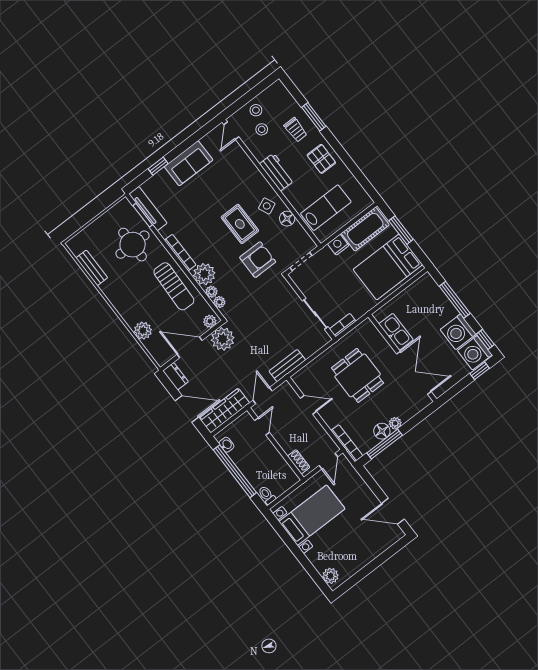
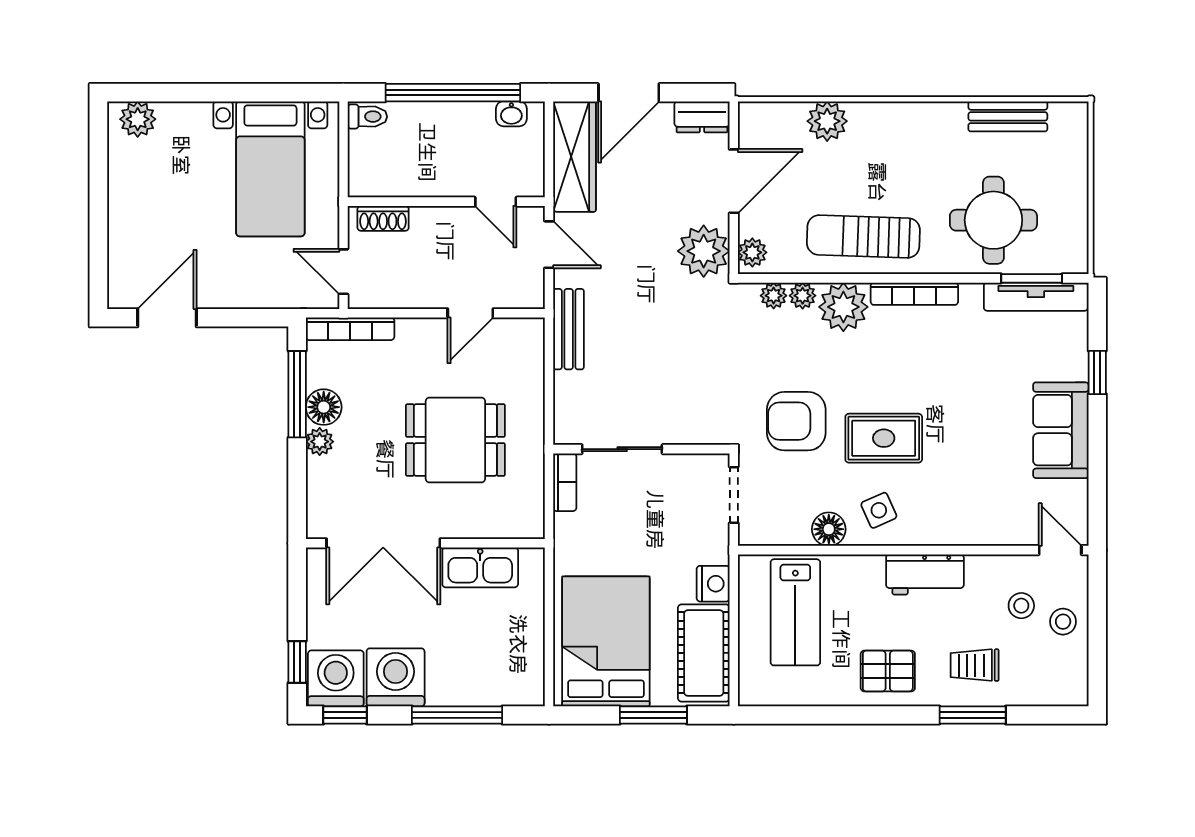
armchair: (258, 260) -> (796, 421), turned 90

